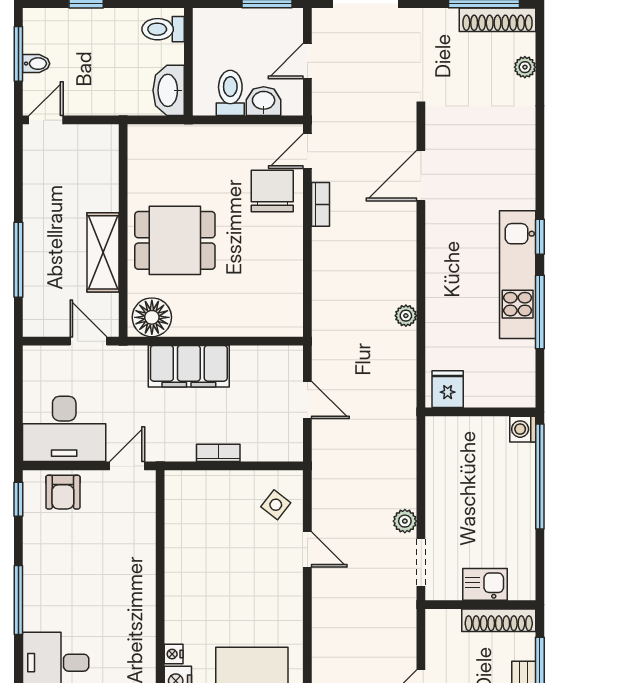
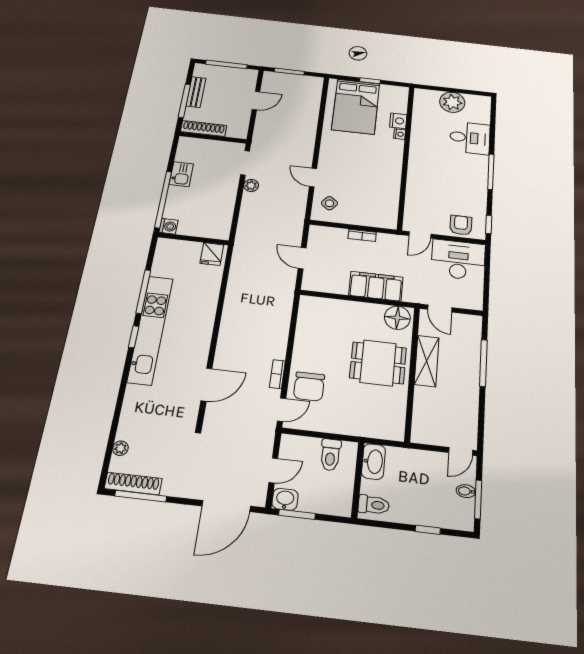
washbasin: (264, 101) -> (285, 499), moved, turned 180
kitchen unit: (518, 275) -> (150, 330), width x1.36
plant: (406, 316) -> (231, 299), removed
kitchen sink: (485, 584) -> (181, 174), moved, turned -90

